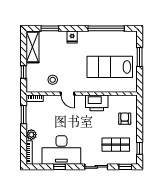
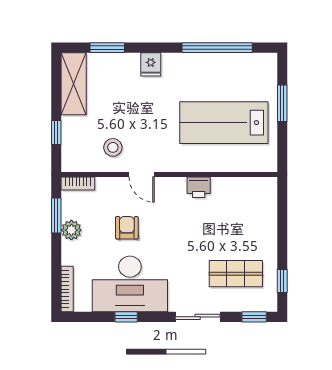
printer: (97, 103) -> (199, 187), width x0.53, depth x0.68
armchair: (125, 119) -> (127, 228), moved
plant: (31, 135) -> (71, 230), moved

